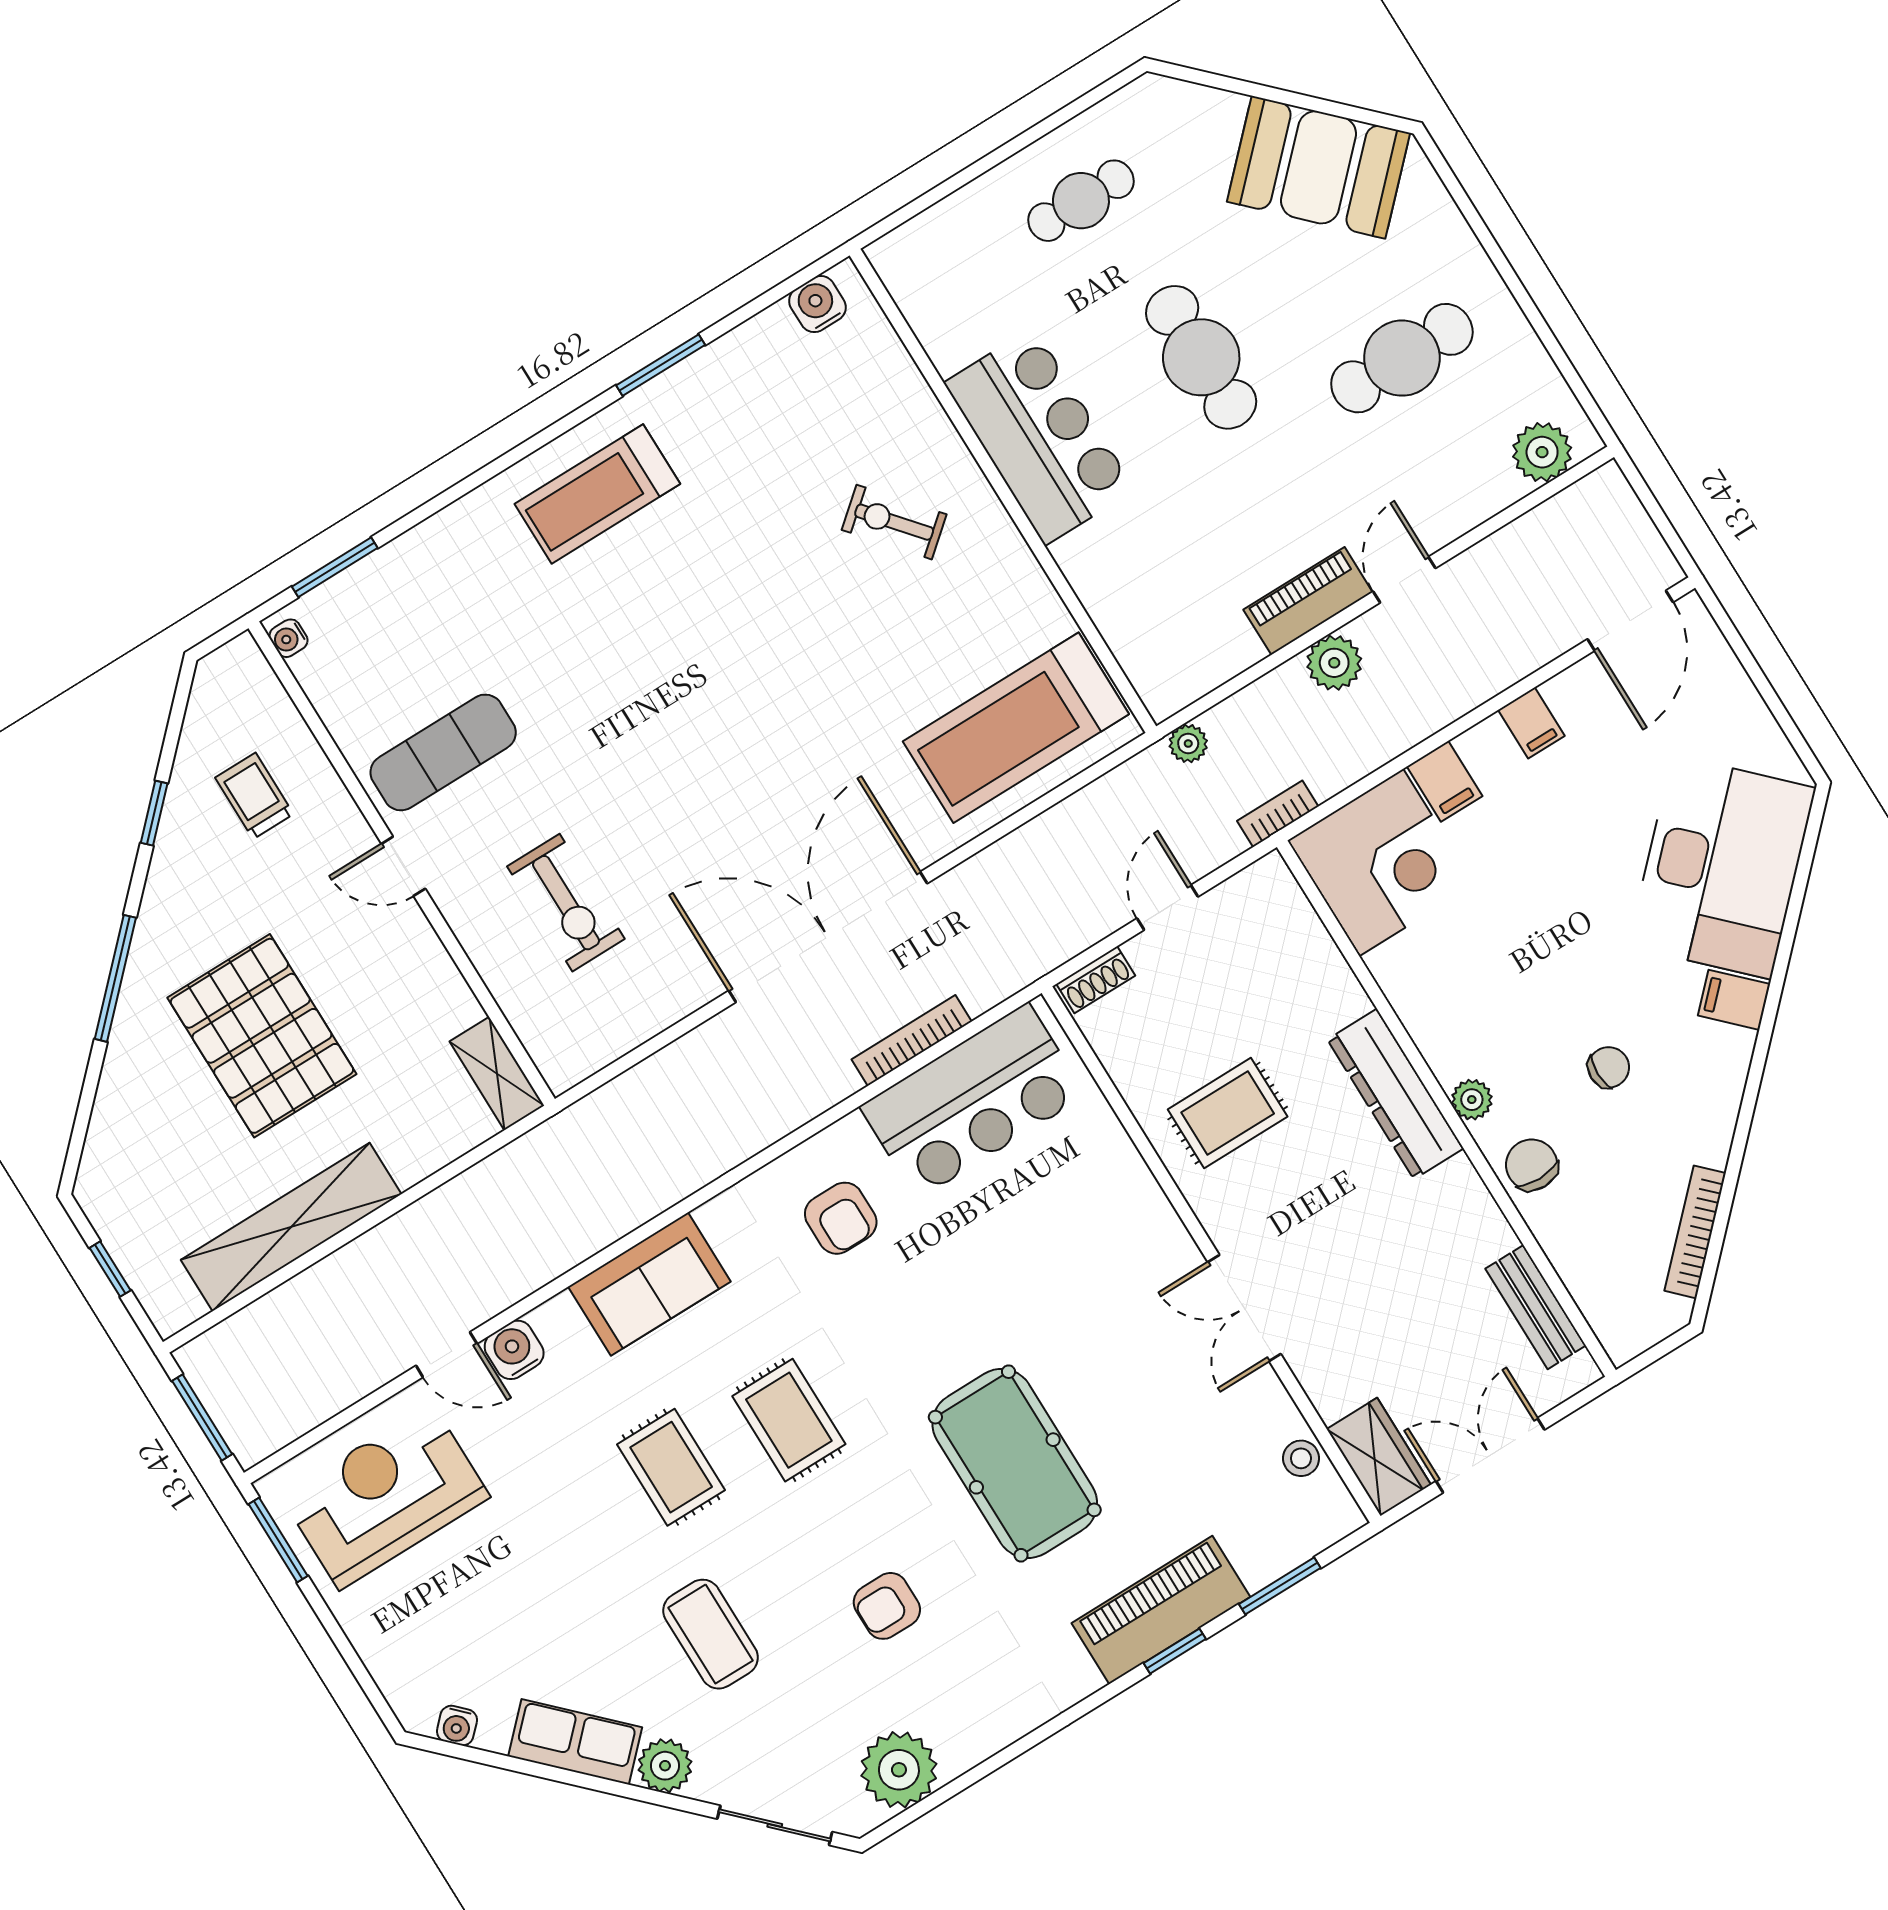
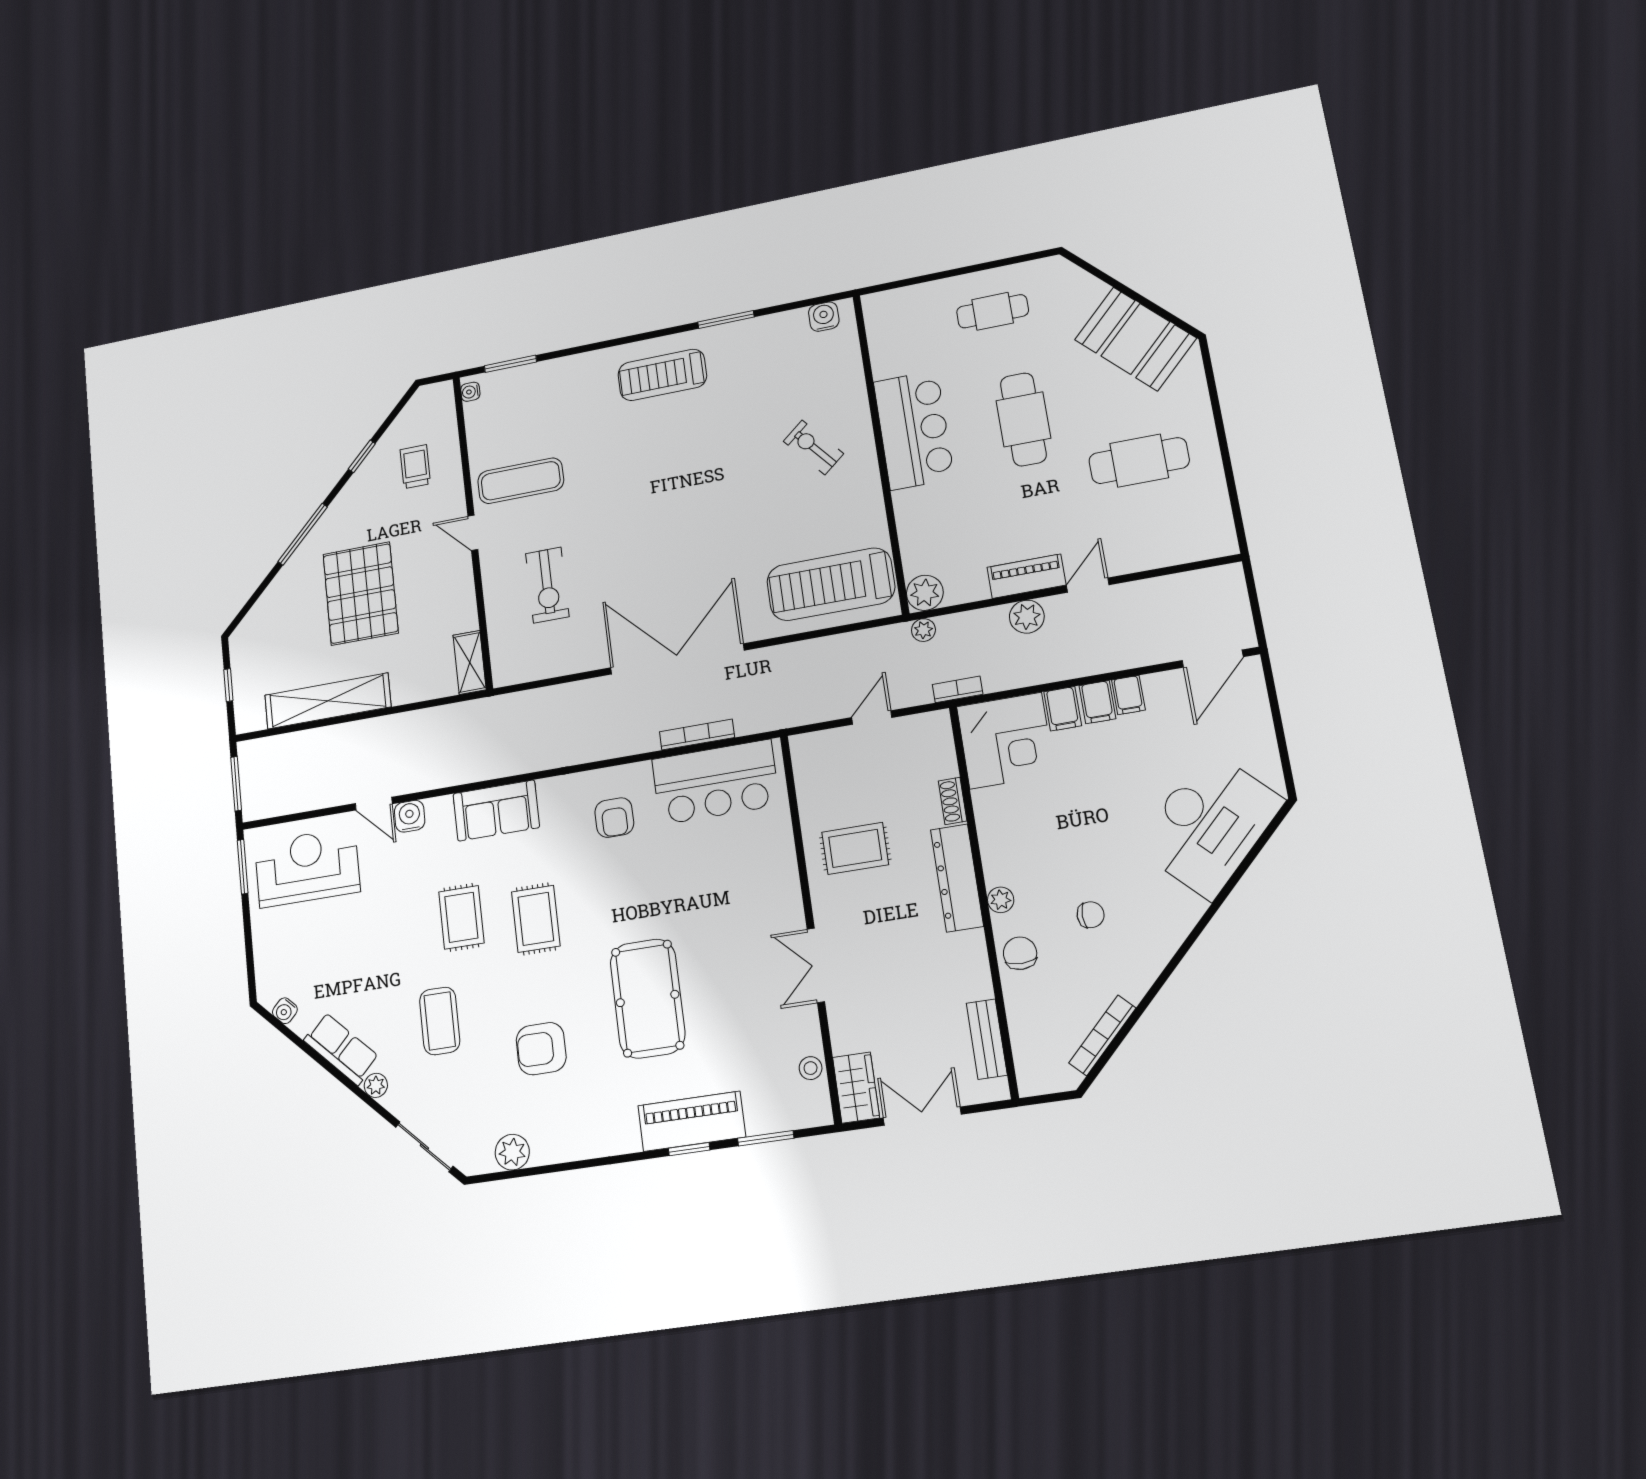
plant: (1542, 452) -> (925, 593), moved
shoe rack: (1096, 980) -> (953, 801), moved, turned 90
filing cabinet: (1734, 1000) -> (1097, 702), moved, turned -135
armchair: (887, 1606) -> (541, 1049), width x1.38, depth x1.38
plant: (665, 1766) -> (376, 1085), width x0.73, depth x0.73
plant: (899, 1770) -> (512, 1152), width x0.73, depth x0.73

